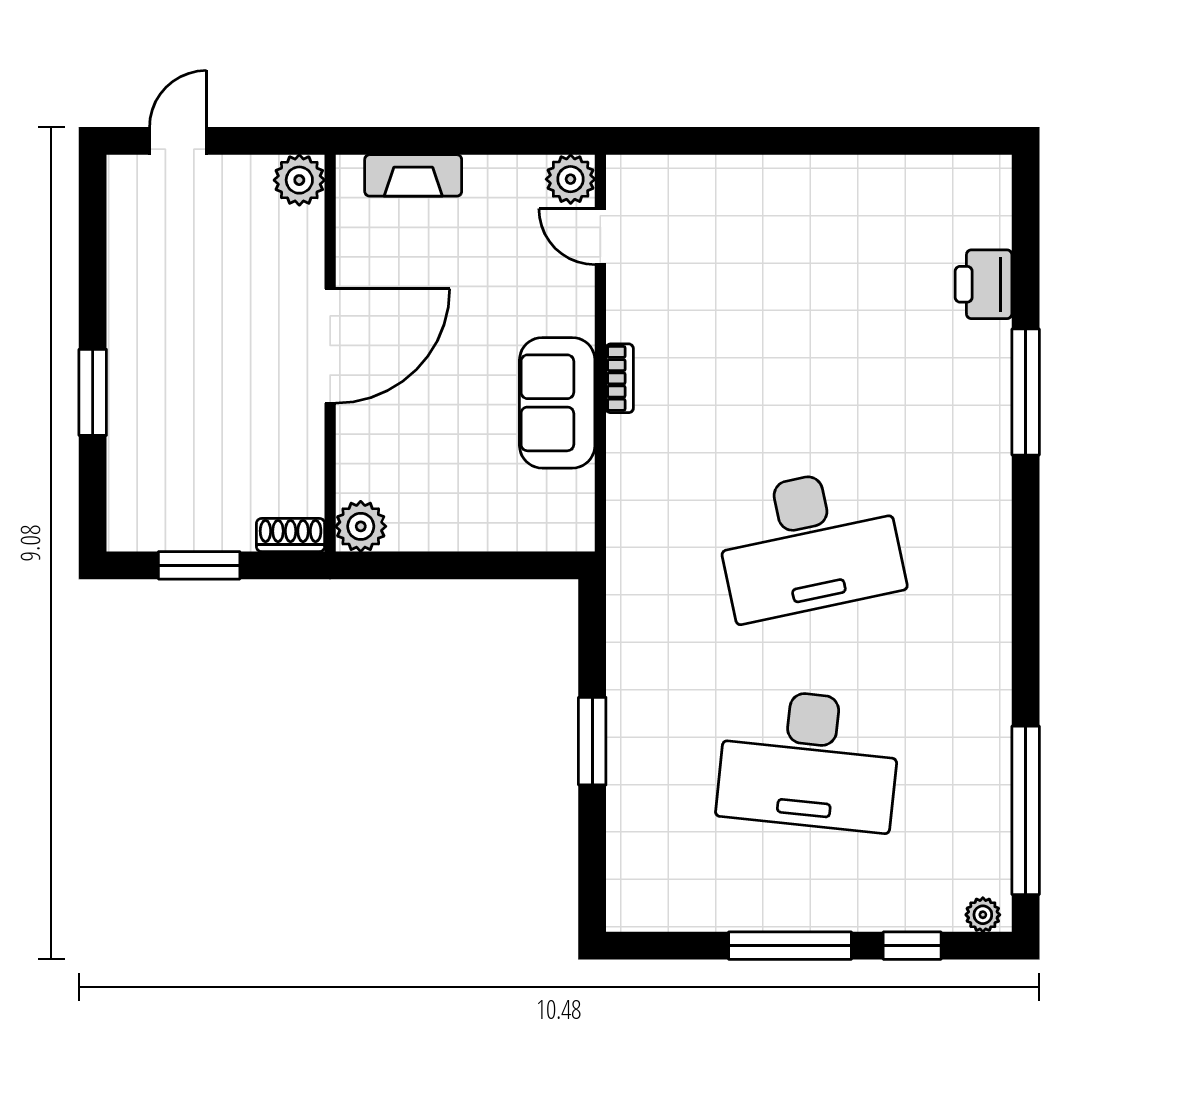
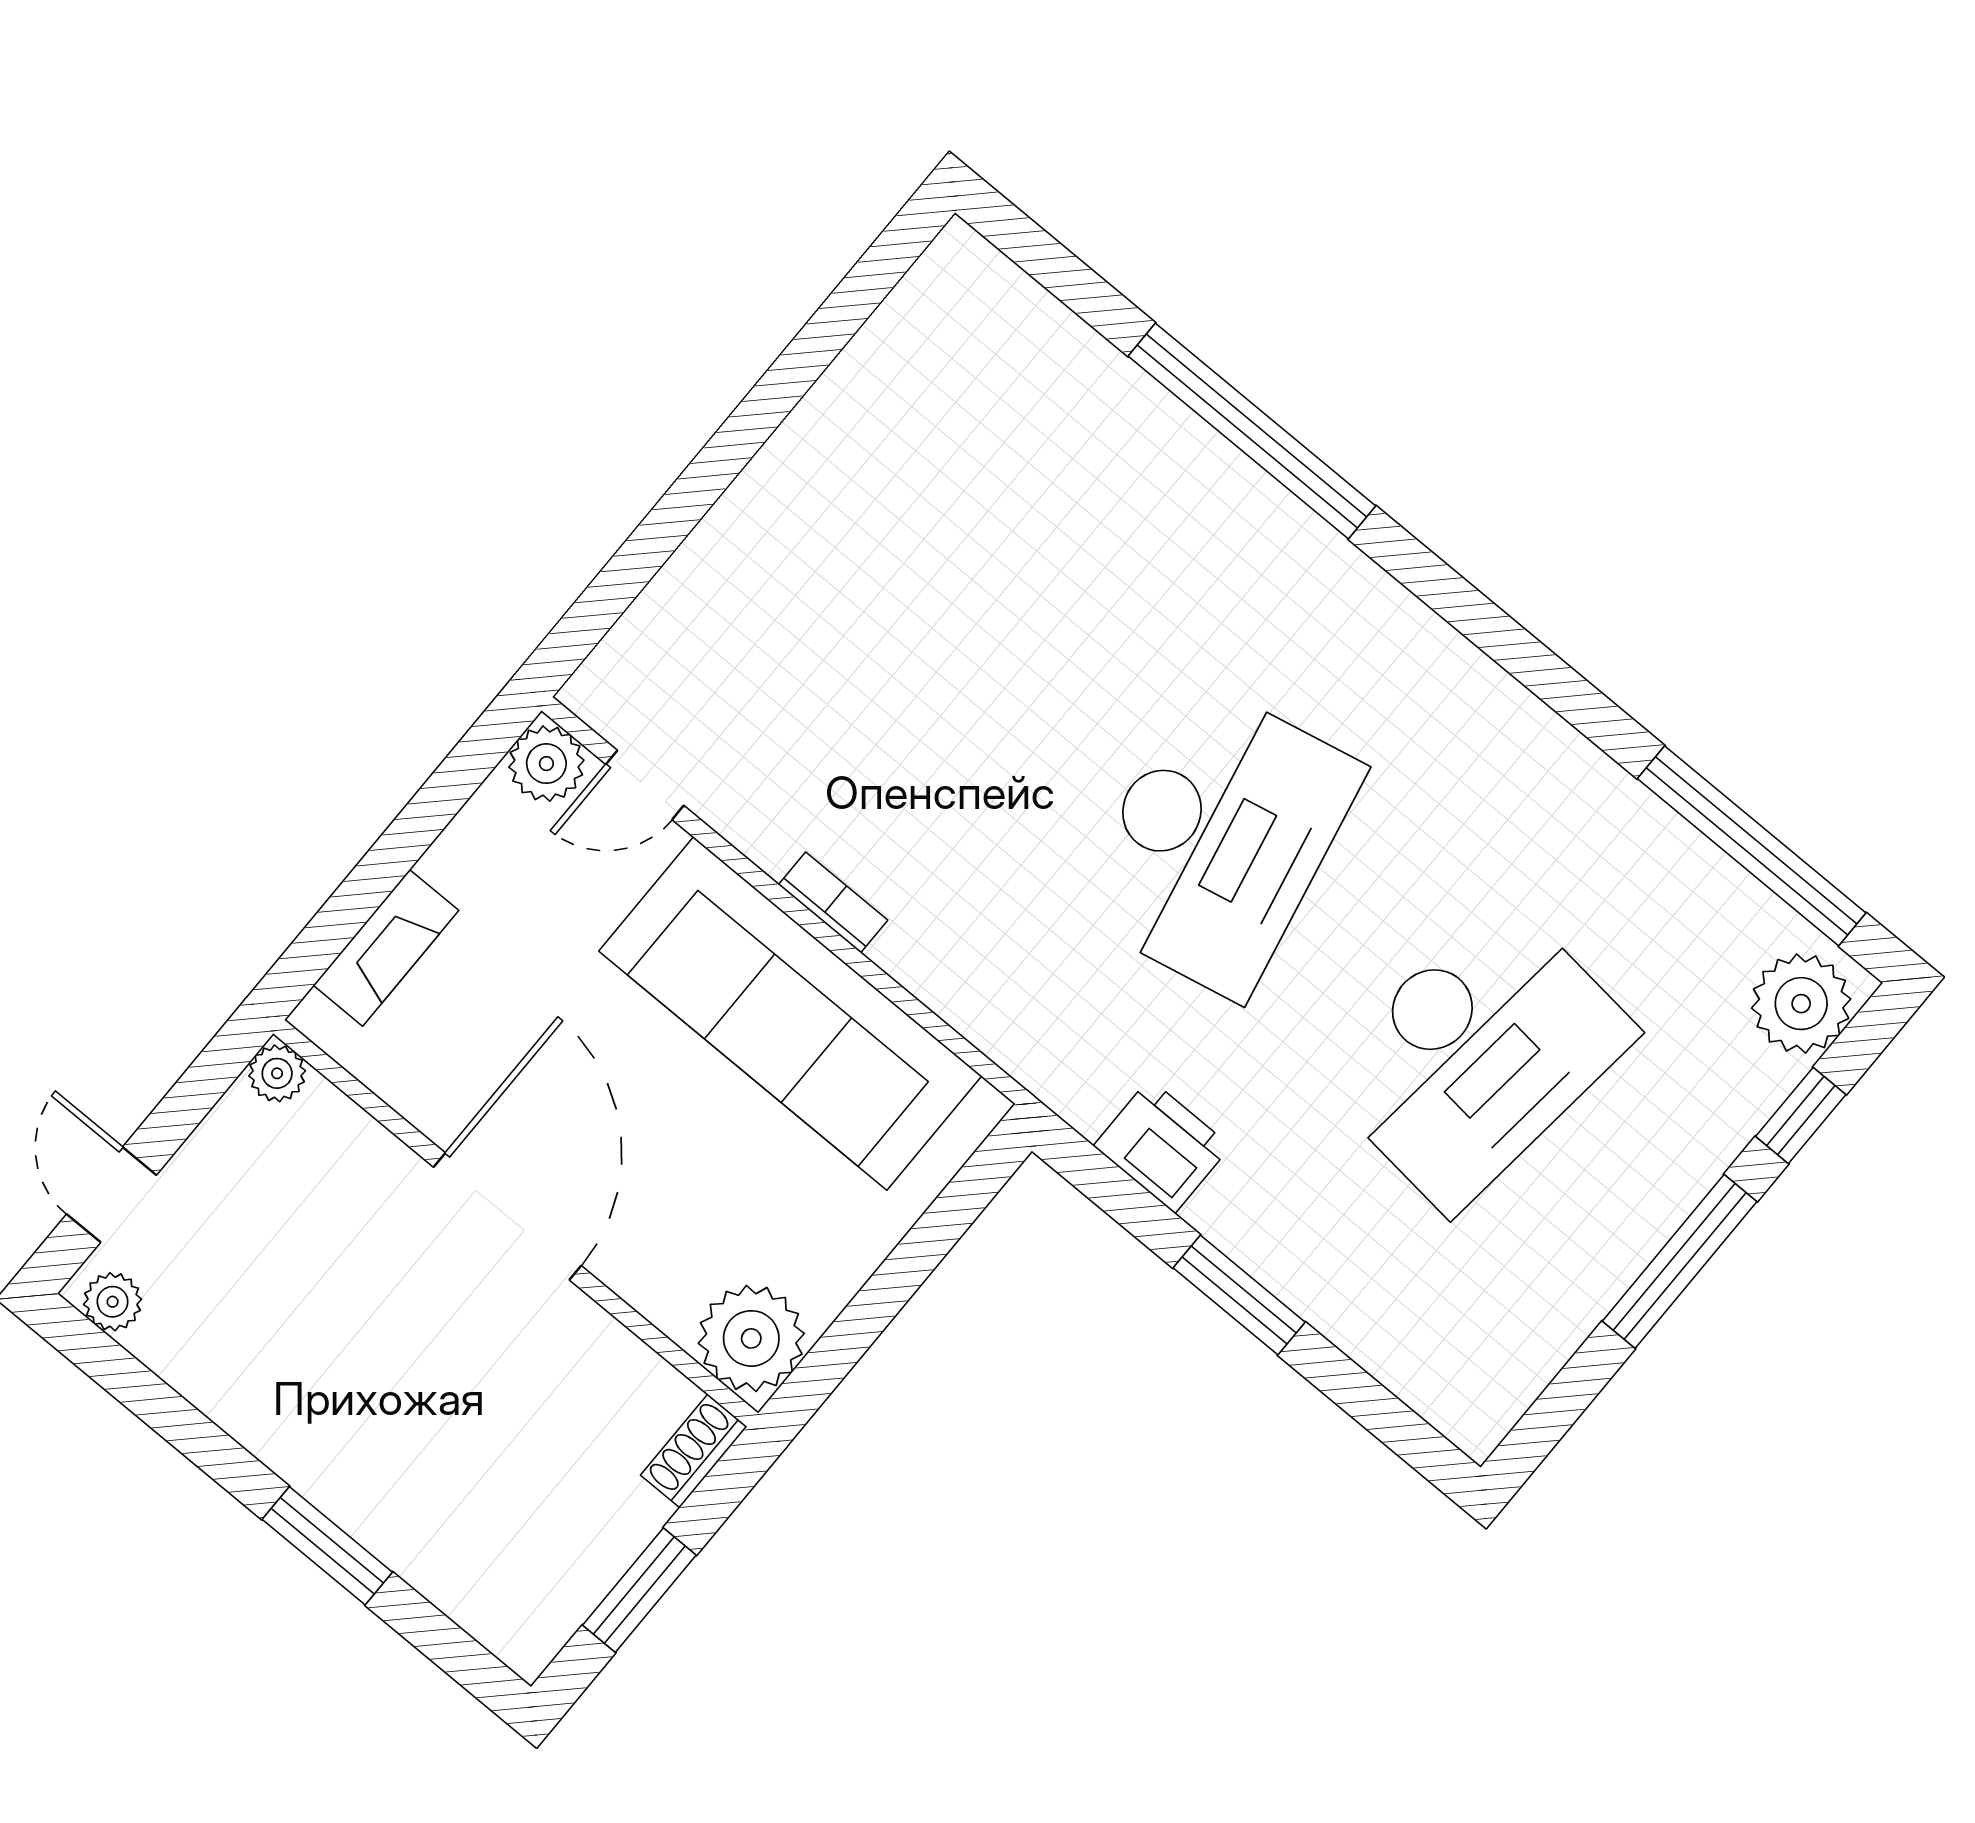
plant: (299, 180) -> (277, 1073), width x0.73, depth x0.73
plant: (125, 186) -> (113, 1302), added
printer: (983, 284) -> (1162, 1146), moved, turned 180
window: (1026, 392) -> (1252, 431), width x1.46
sofa: (557, 403) -> (790, 1013), width x1.85, depth x1.27
plant: (361, 526) -> (751, 1338), width x1.36, depth x1.36
plant: (983, 915) -> (1801, 1004), width x1.87, depth x1.87

